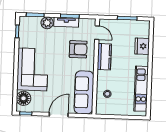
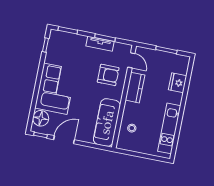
plant: (47, 23) -> (79, 41), removed
door: (59, 115) -> (64, 140), moved

